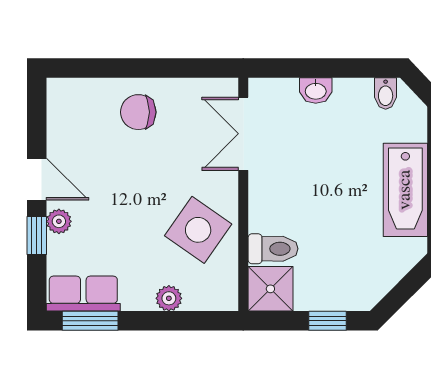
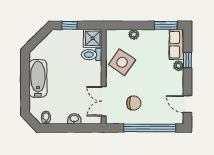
window: (130, 68) -> (150, 128), added
chair: (138, 112) -> (134, 103), moved
double door: (243, 134) -> (104, 101), swing flipped
door: (37, 179) -> (187, 104), moved
row of seats: (83, 294) -> (176, 45), moved, turned 90

